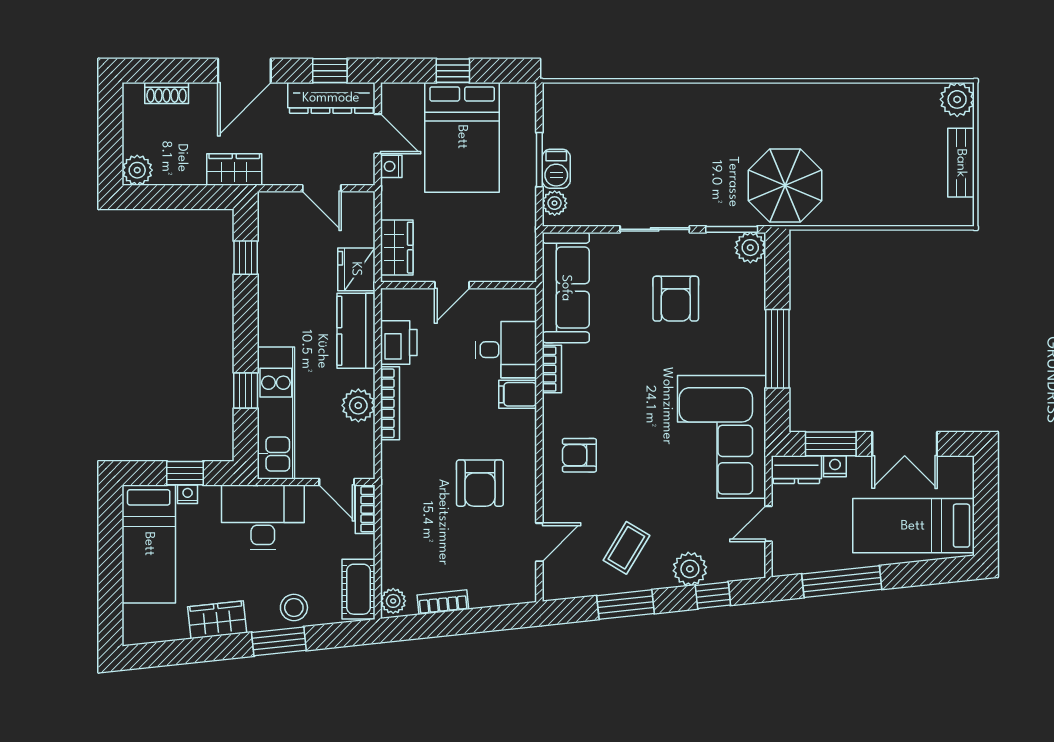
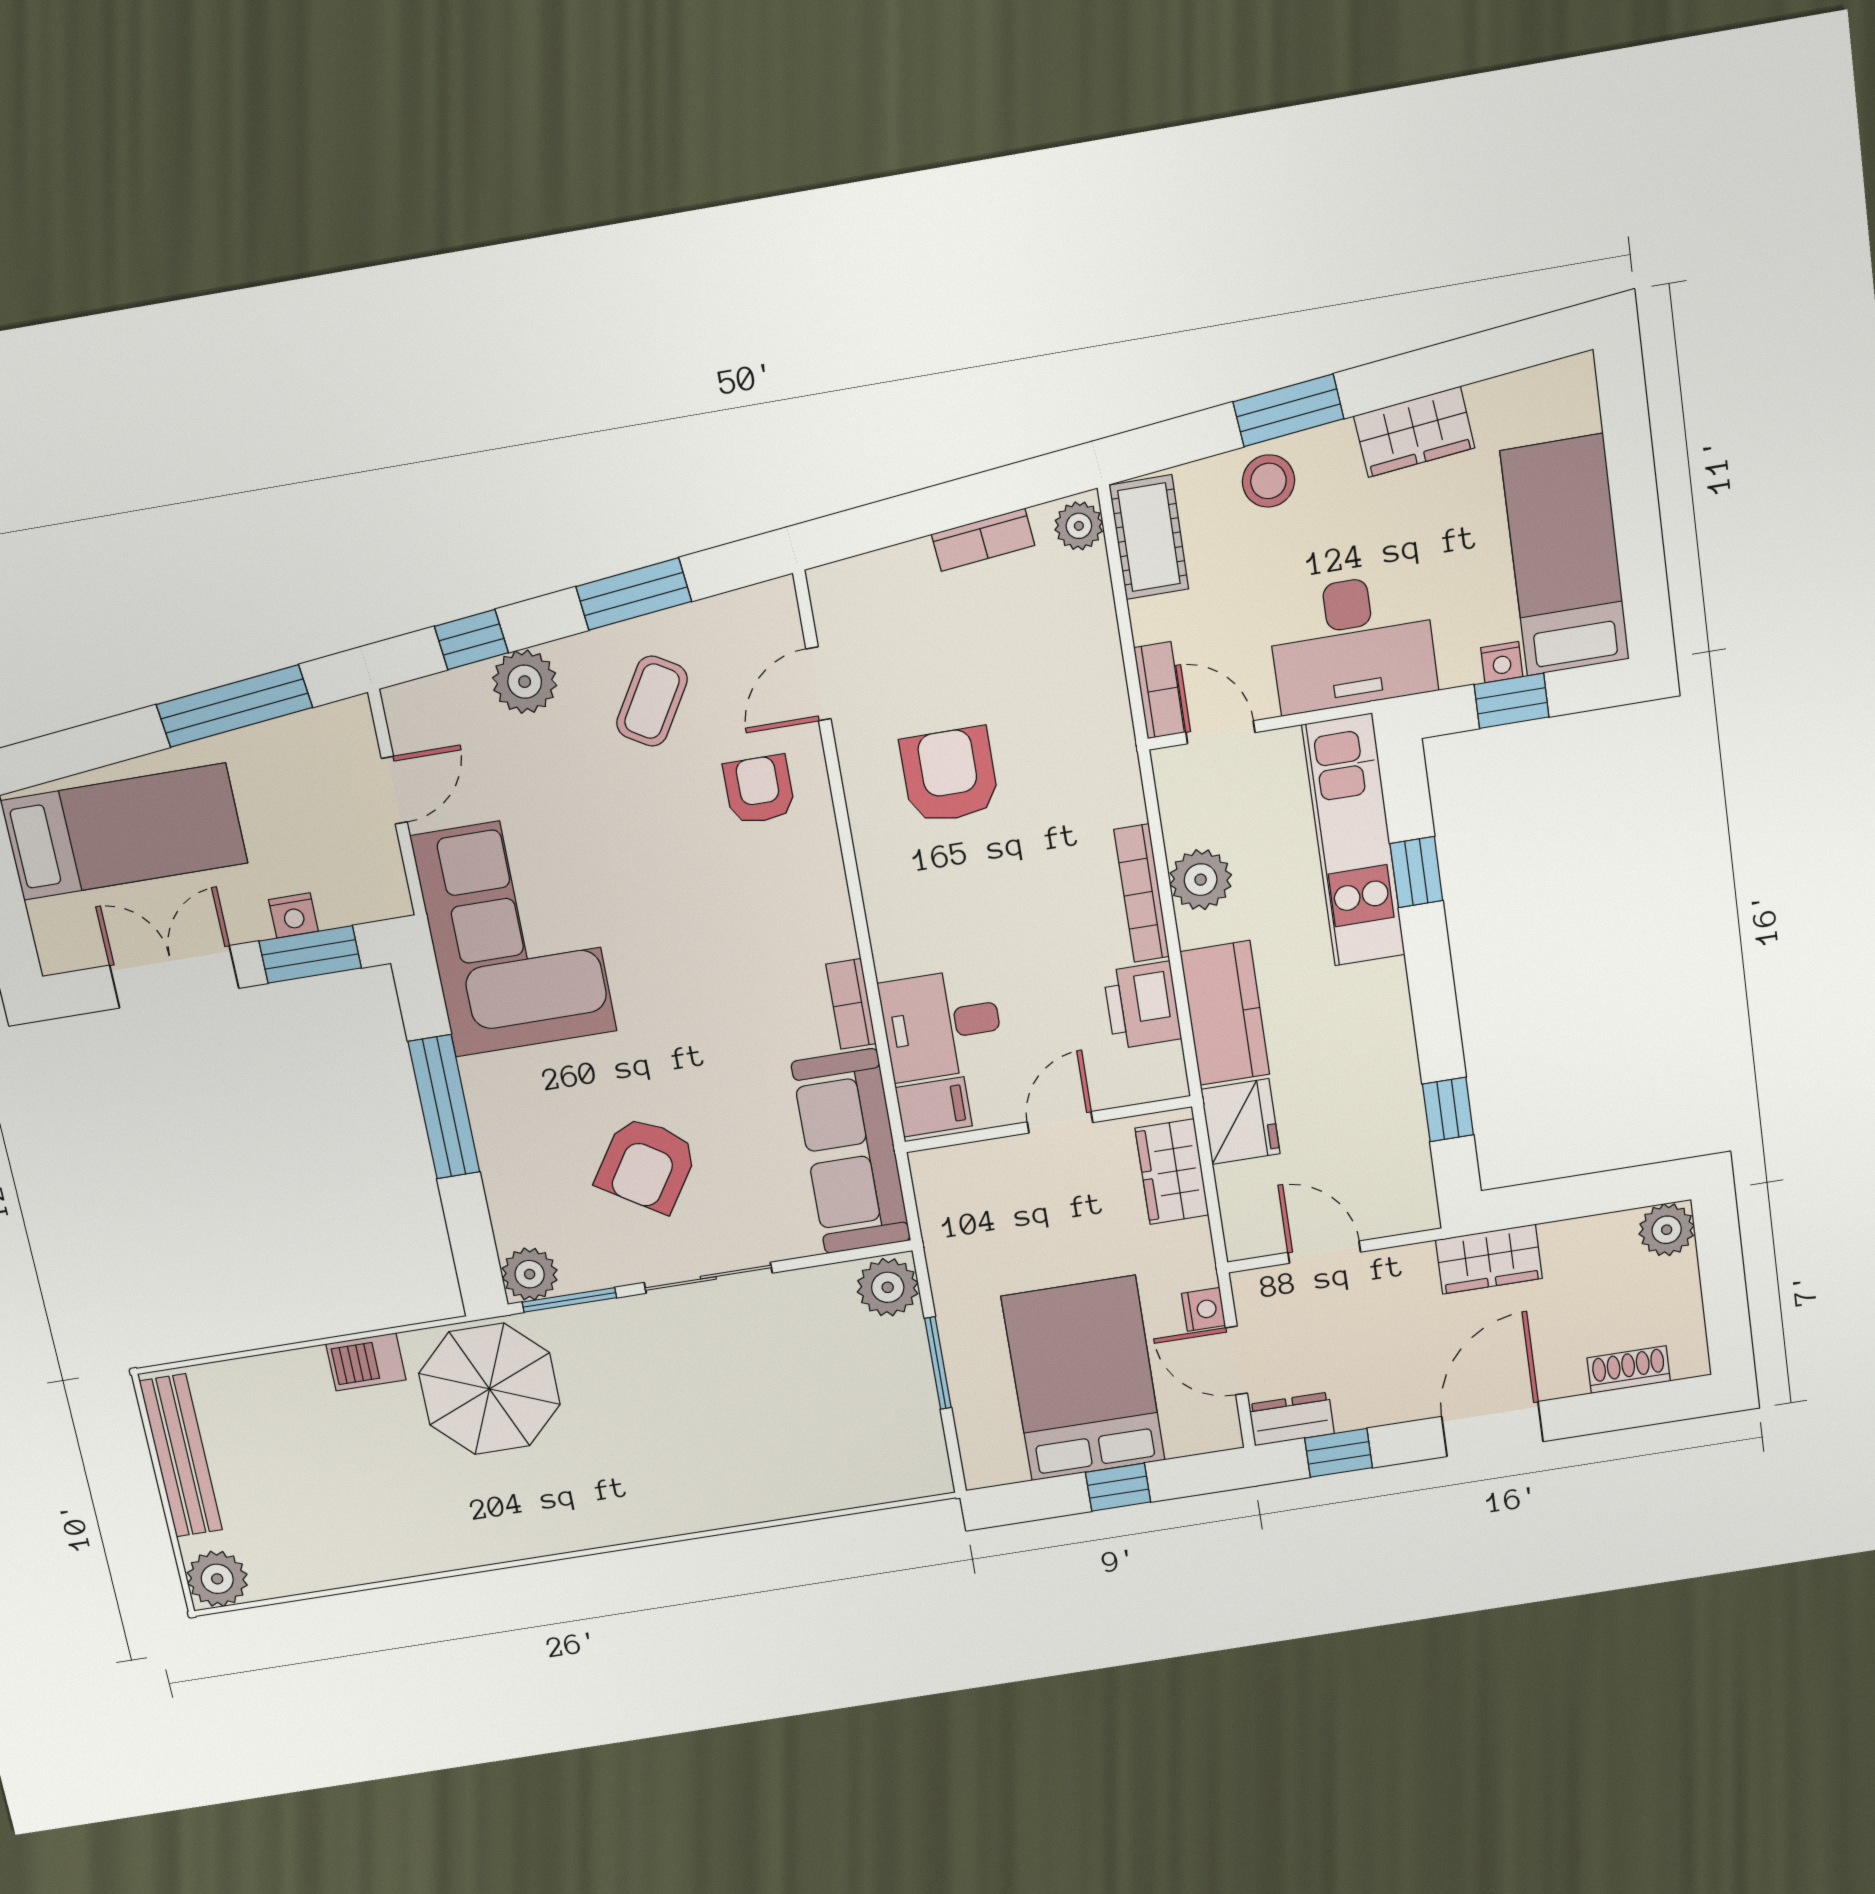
dresser: (331, 98) -> (1292, 1419), width x0.51, depth x0.80
bench: (961, 163) -> (181, 1456), width x1.36
barbecue: (556, 169) -> (366, 1362), moved, turned -90
plant: (555, 203) -> (888, 1287), width x1.38, depth x1.38
armchair: (676, 299) -> (647, 1164), turned -147
filing cabinet: (518, 394) -> (934, 1107), moved
armchair: (579, 455) -> (759, 790), moved, turned -90
dresser: (796, 470) -> (363, 898), removed

